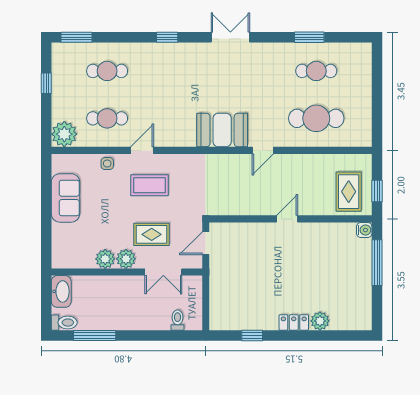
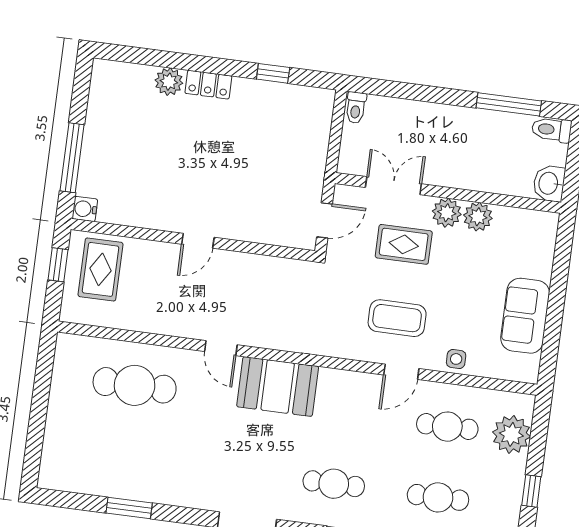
cafe table: (316, 71) -> (334, 484), moved
plant: (64, 134) -> (511, 434), moved
door: (263, 150) -> (221, 348), swing flipped
washbasin: (61, 291) -> (549, 183), width x0.72
toilet: (178, 320) -> (356, 108), moved

